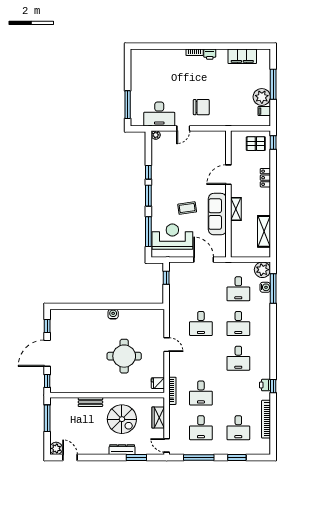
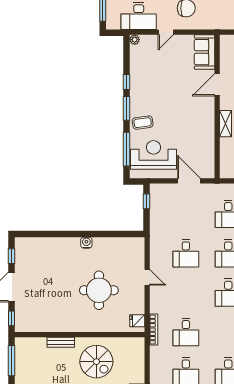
coffee table: (187, 208) -> (143, 123), moved
sofa: (217, 214) -> (204, 52), moved, width x0.73
wardrobe: (158, 417) -> (138, 360), removed

